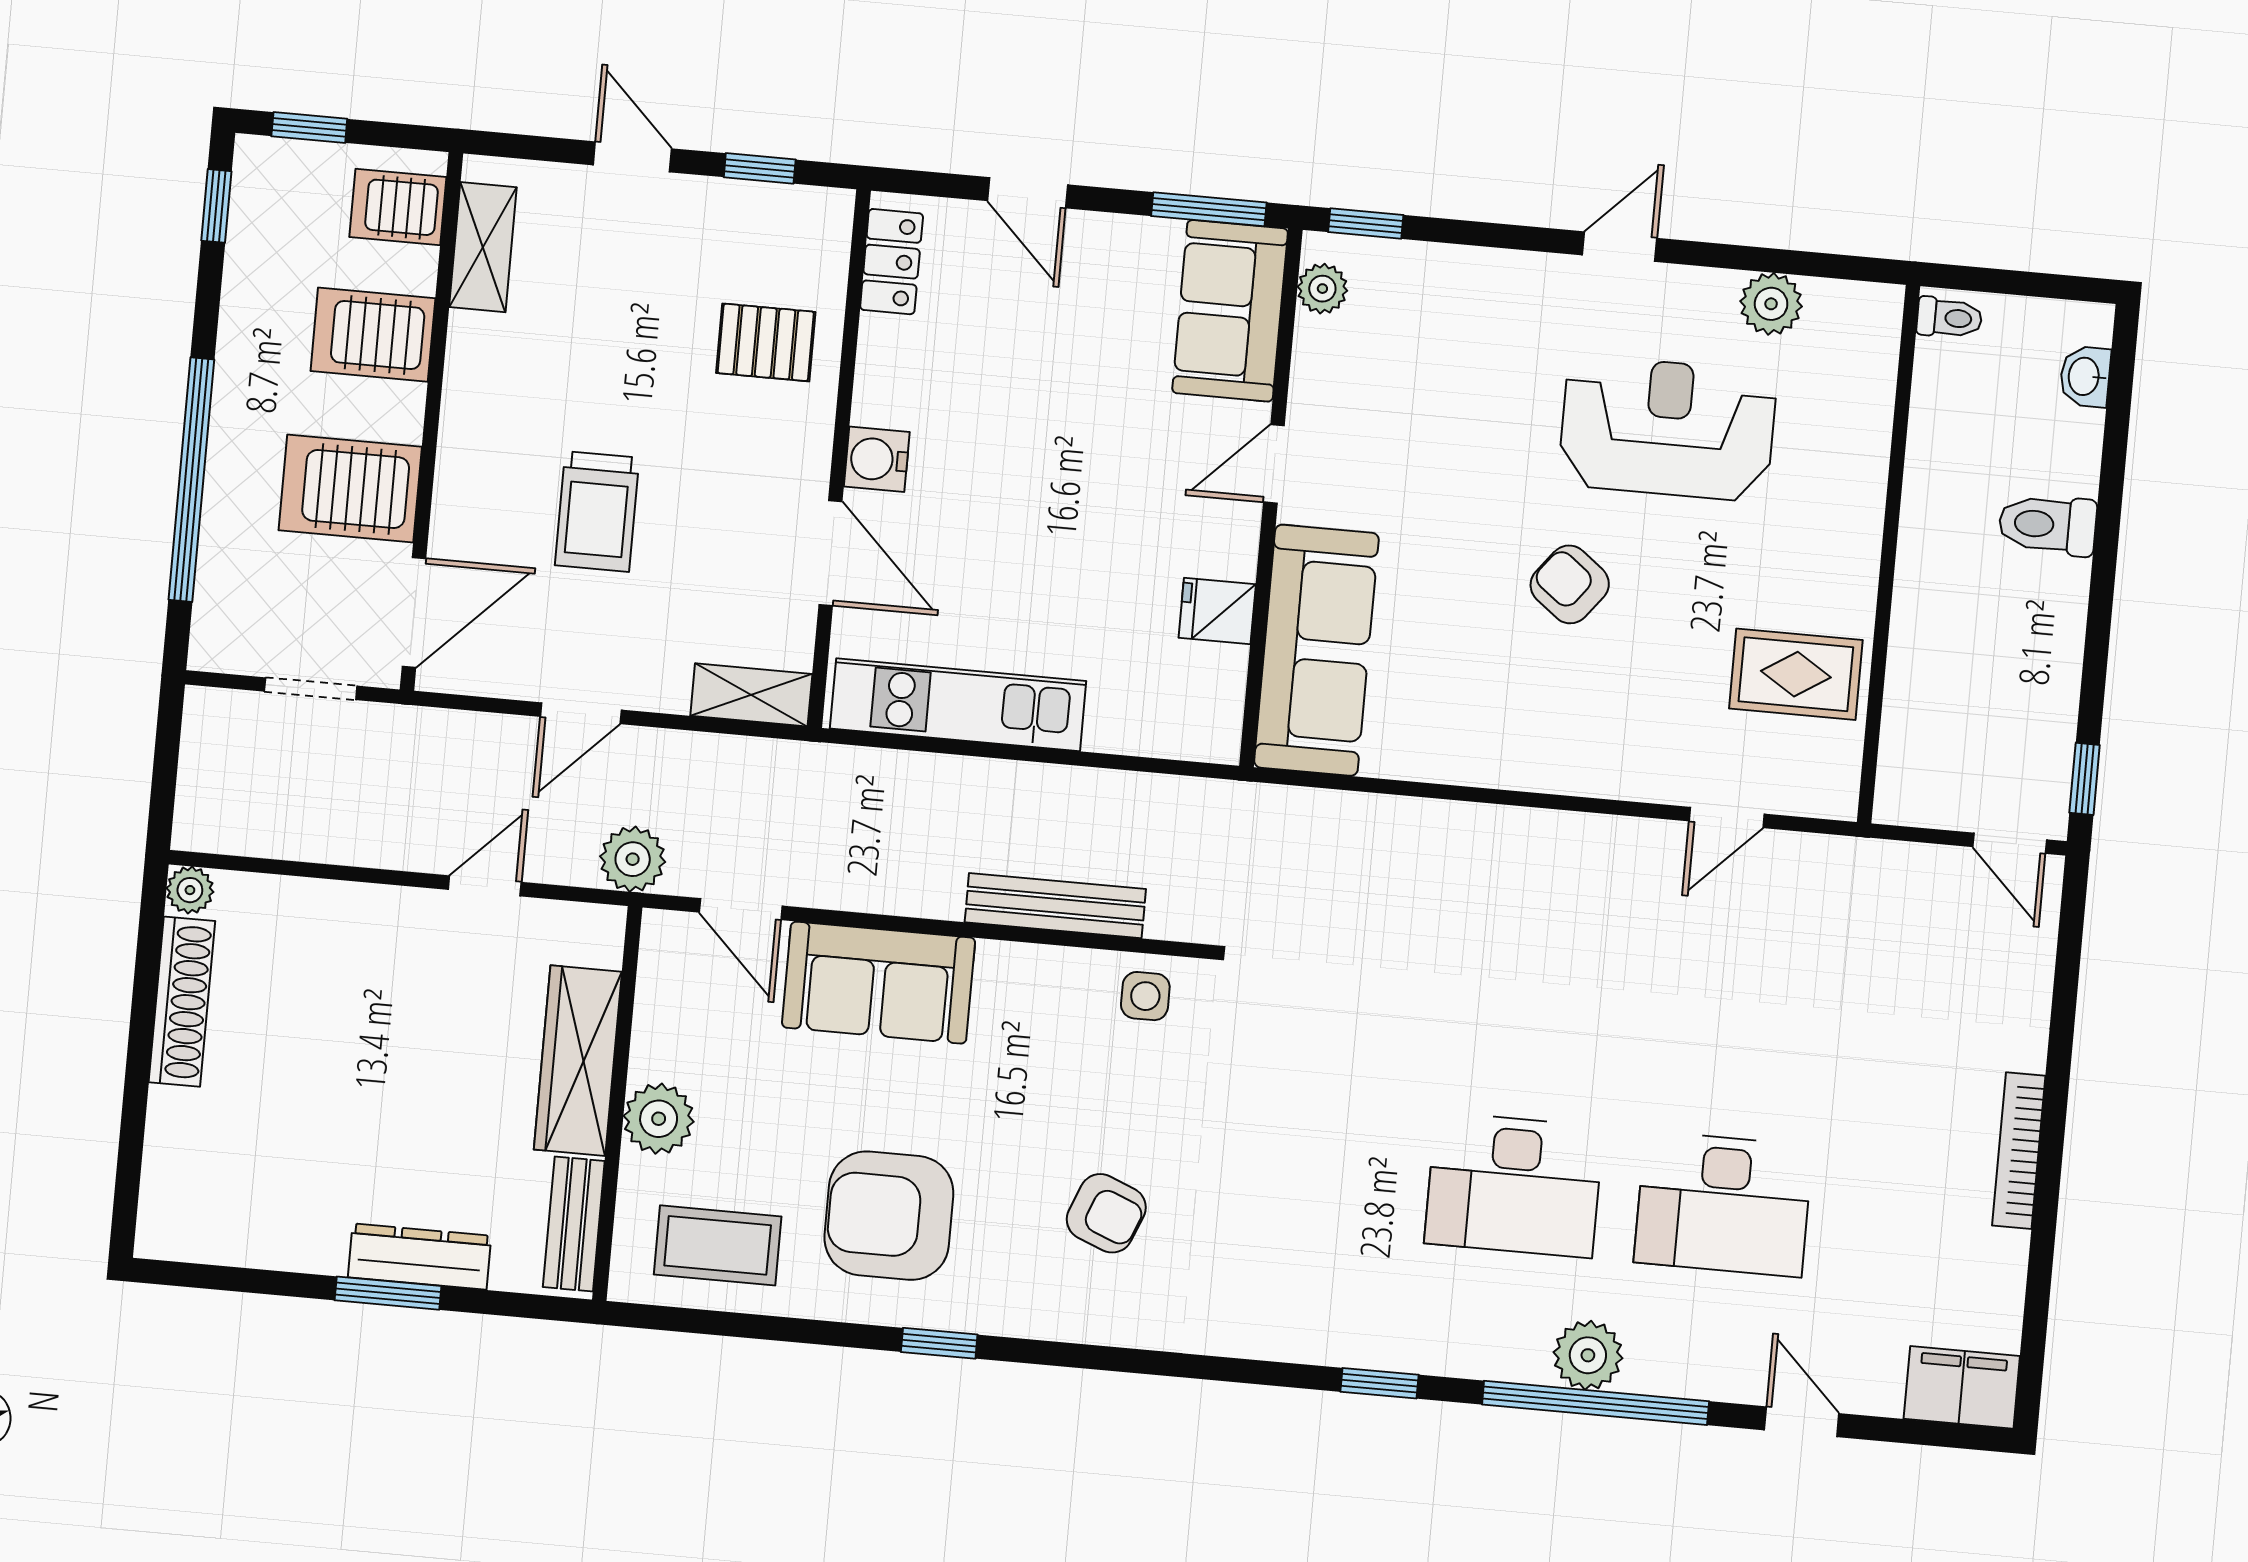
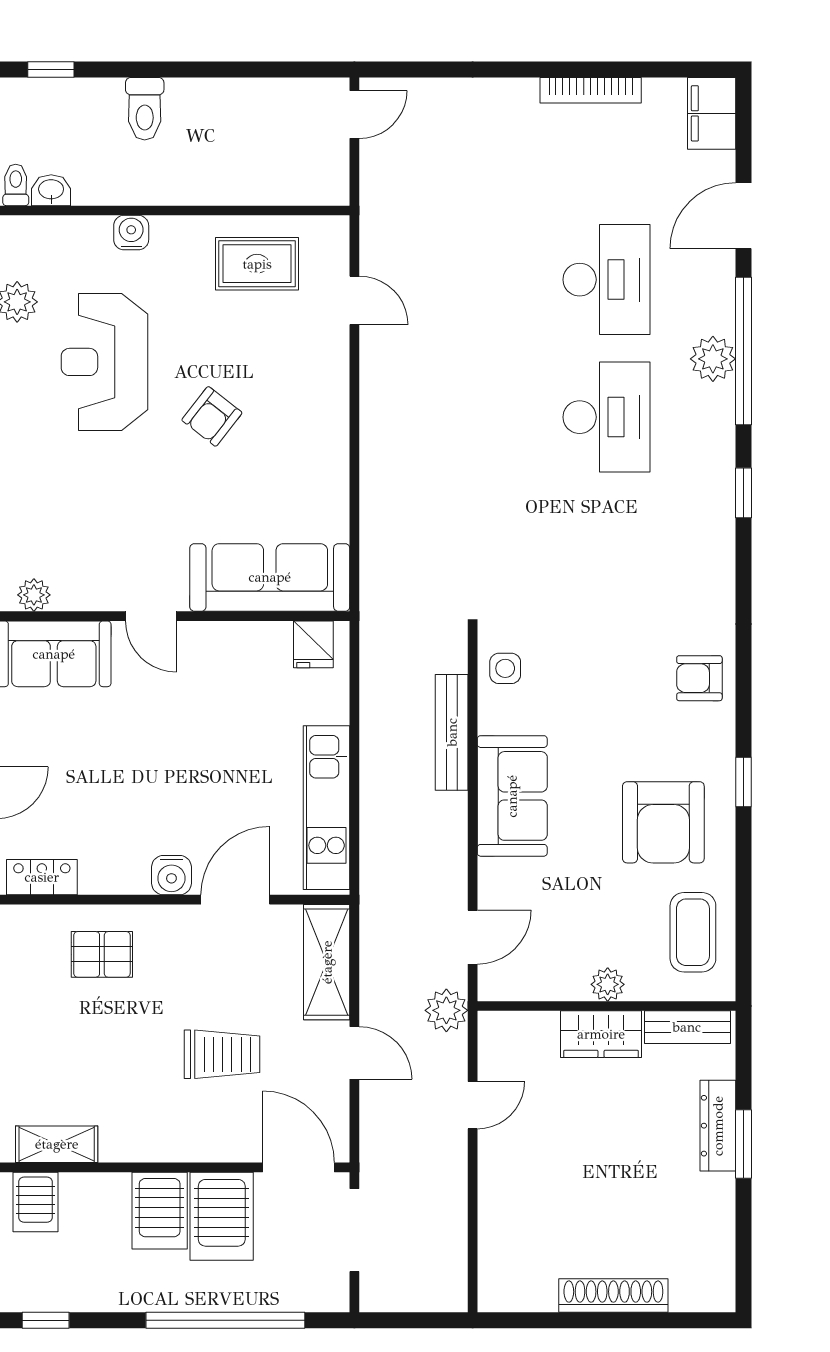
server rack: (373, 335) -> (160, 1211), moved
pallet: (766, 342) -> (102, 954), turned 90
washbasin: (2085, 377) -> (51, 190), moved, turned 180
water cooler: (1861, 487) -> (131, 233), added
fridge: (1217, 611) -> (313, 644), moved
rug: (1796, 674) -> (257, 264), turned 90
doorway: (311, 689) -> (354, 1230), width x1.38
shelving: (751, 695) -> (327, 962), width x1.50, depth x1.33
window: (2085, 779) -> (51, 70), moved
door: (485, 886) -> (473, 1105), swing flipped
plant: (190, 890) -> (493, 1297), removed
sofa: (879, 983) -> (512, 796), moved
shoe rack: (182, 1002) -> (613, 1296), moved
wardrobe: (578, 1061) -> (601, 1034), width x0.67
plant: (659, 1119) -> (608, 984), width x0.73, depth x0.73
bookcase: (2019, 1151) -> (591, 90), moved
armchair: (1106, 1213) -> (699, 678), moved, turned -112
door: (1802, 1422) -> (743, 216), width x1.38

